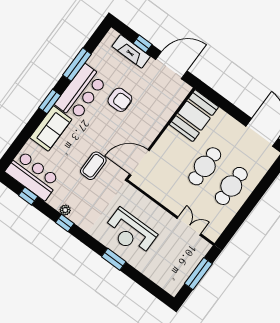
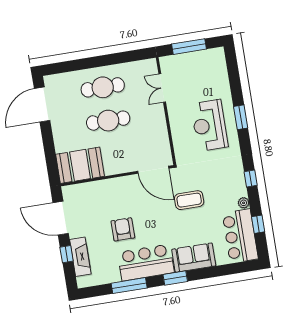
plant: (65, 210) -> (244, 203), moved
reception desk: (130, 232) -> (209, 125), turned 180

